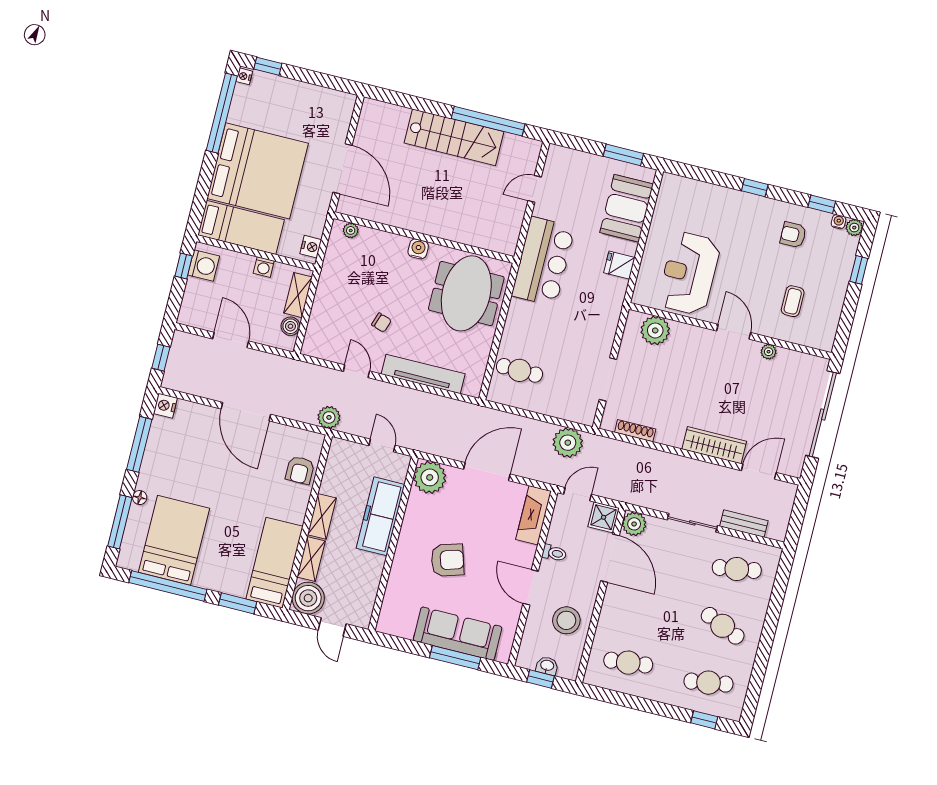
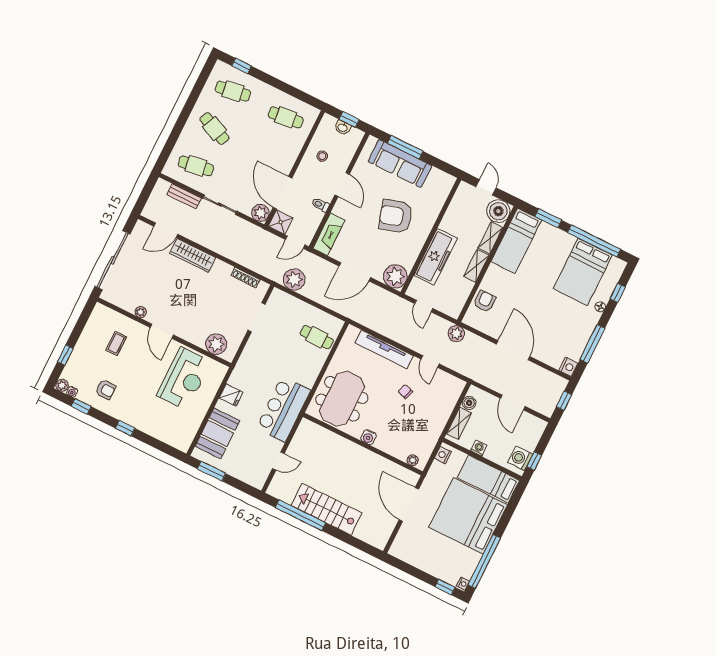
window: (120, 522) -> (618, 293), width x0.46
armchair: (447, 560) -> (396, 216), width x1.36, depth x1.36
stool: (566, 620) -> (322, 156), width x0.53, depth x0.53

